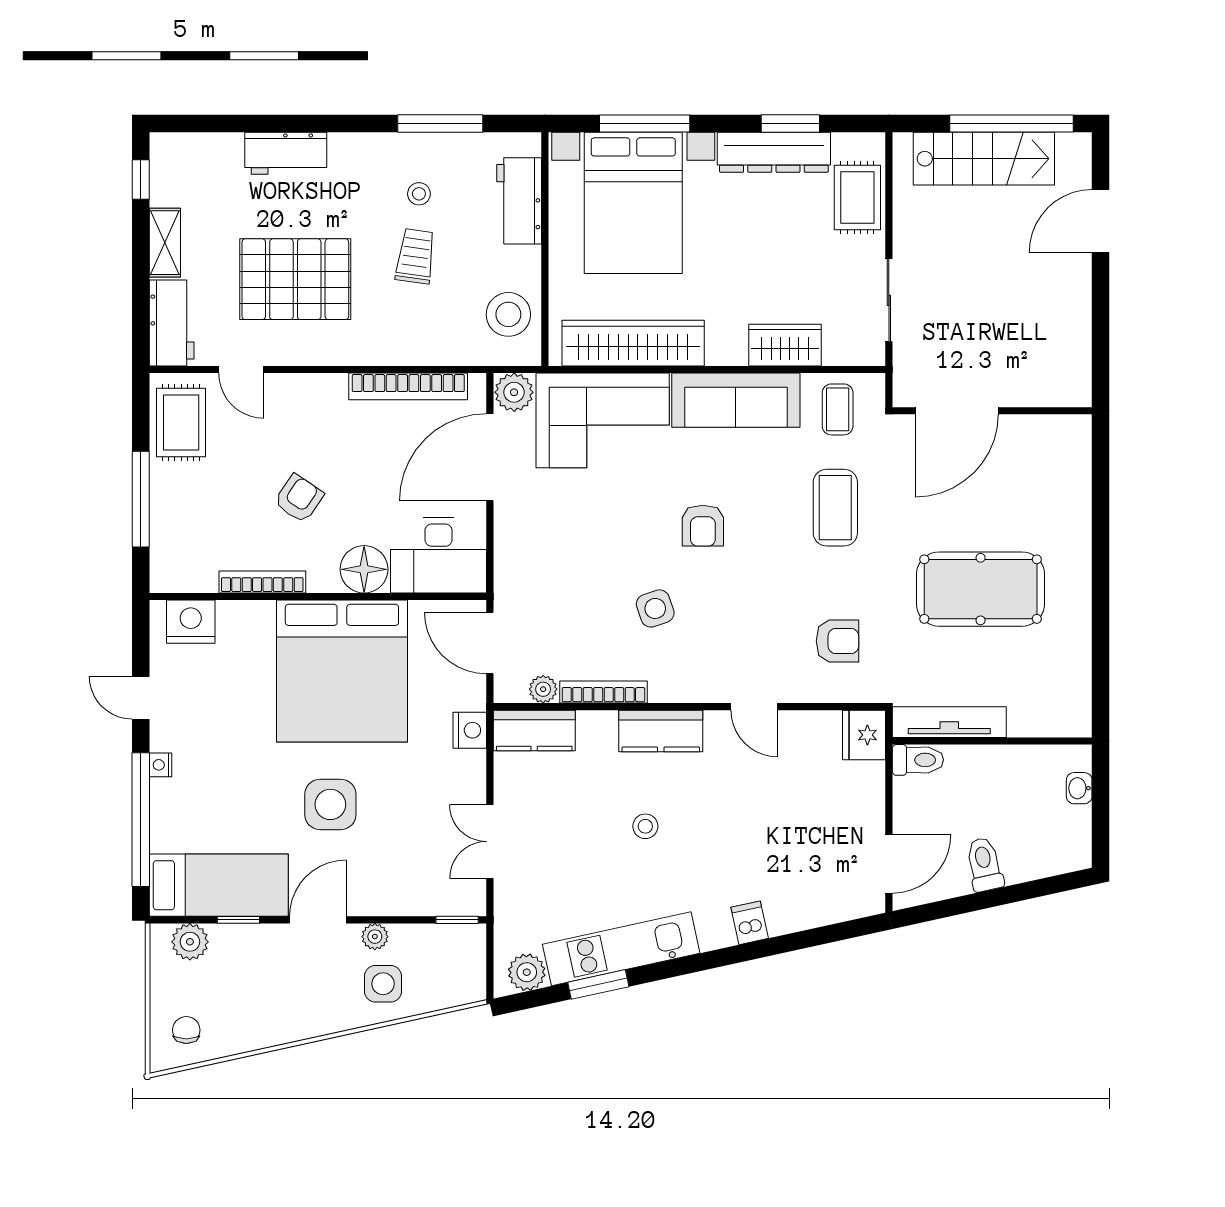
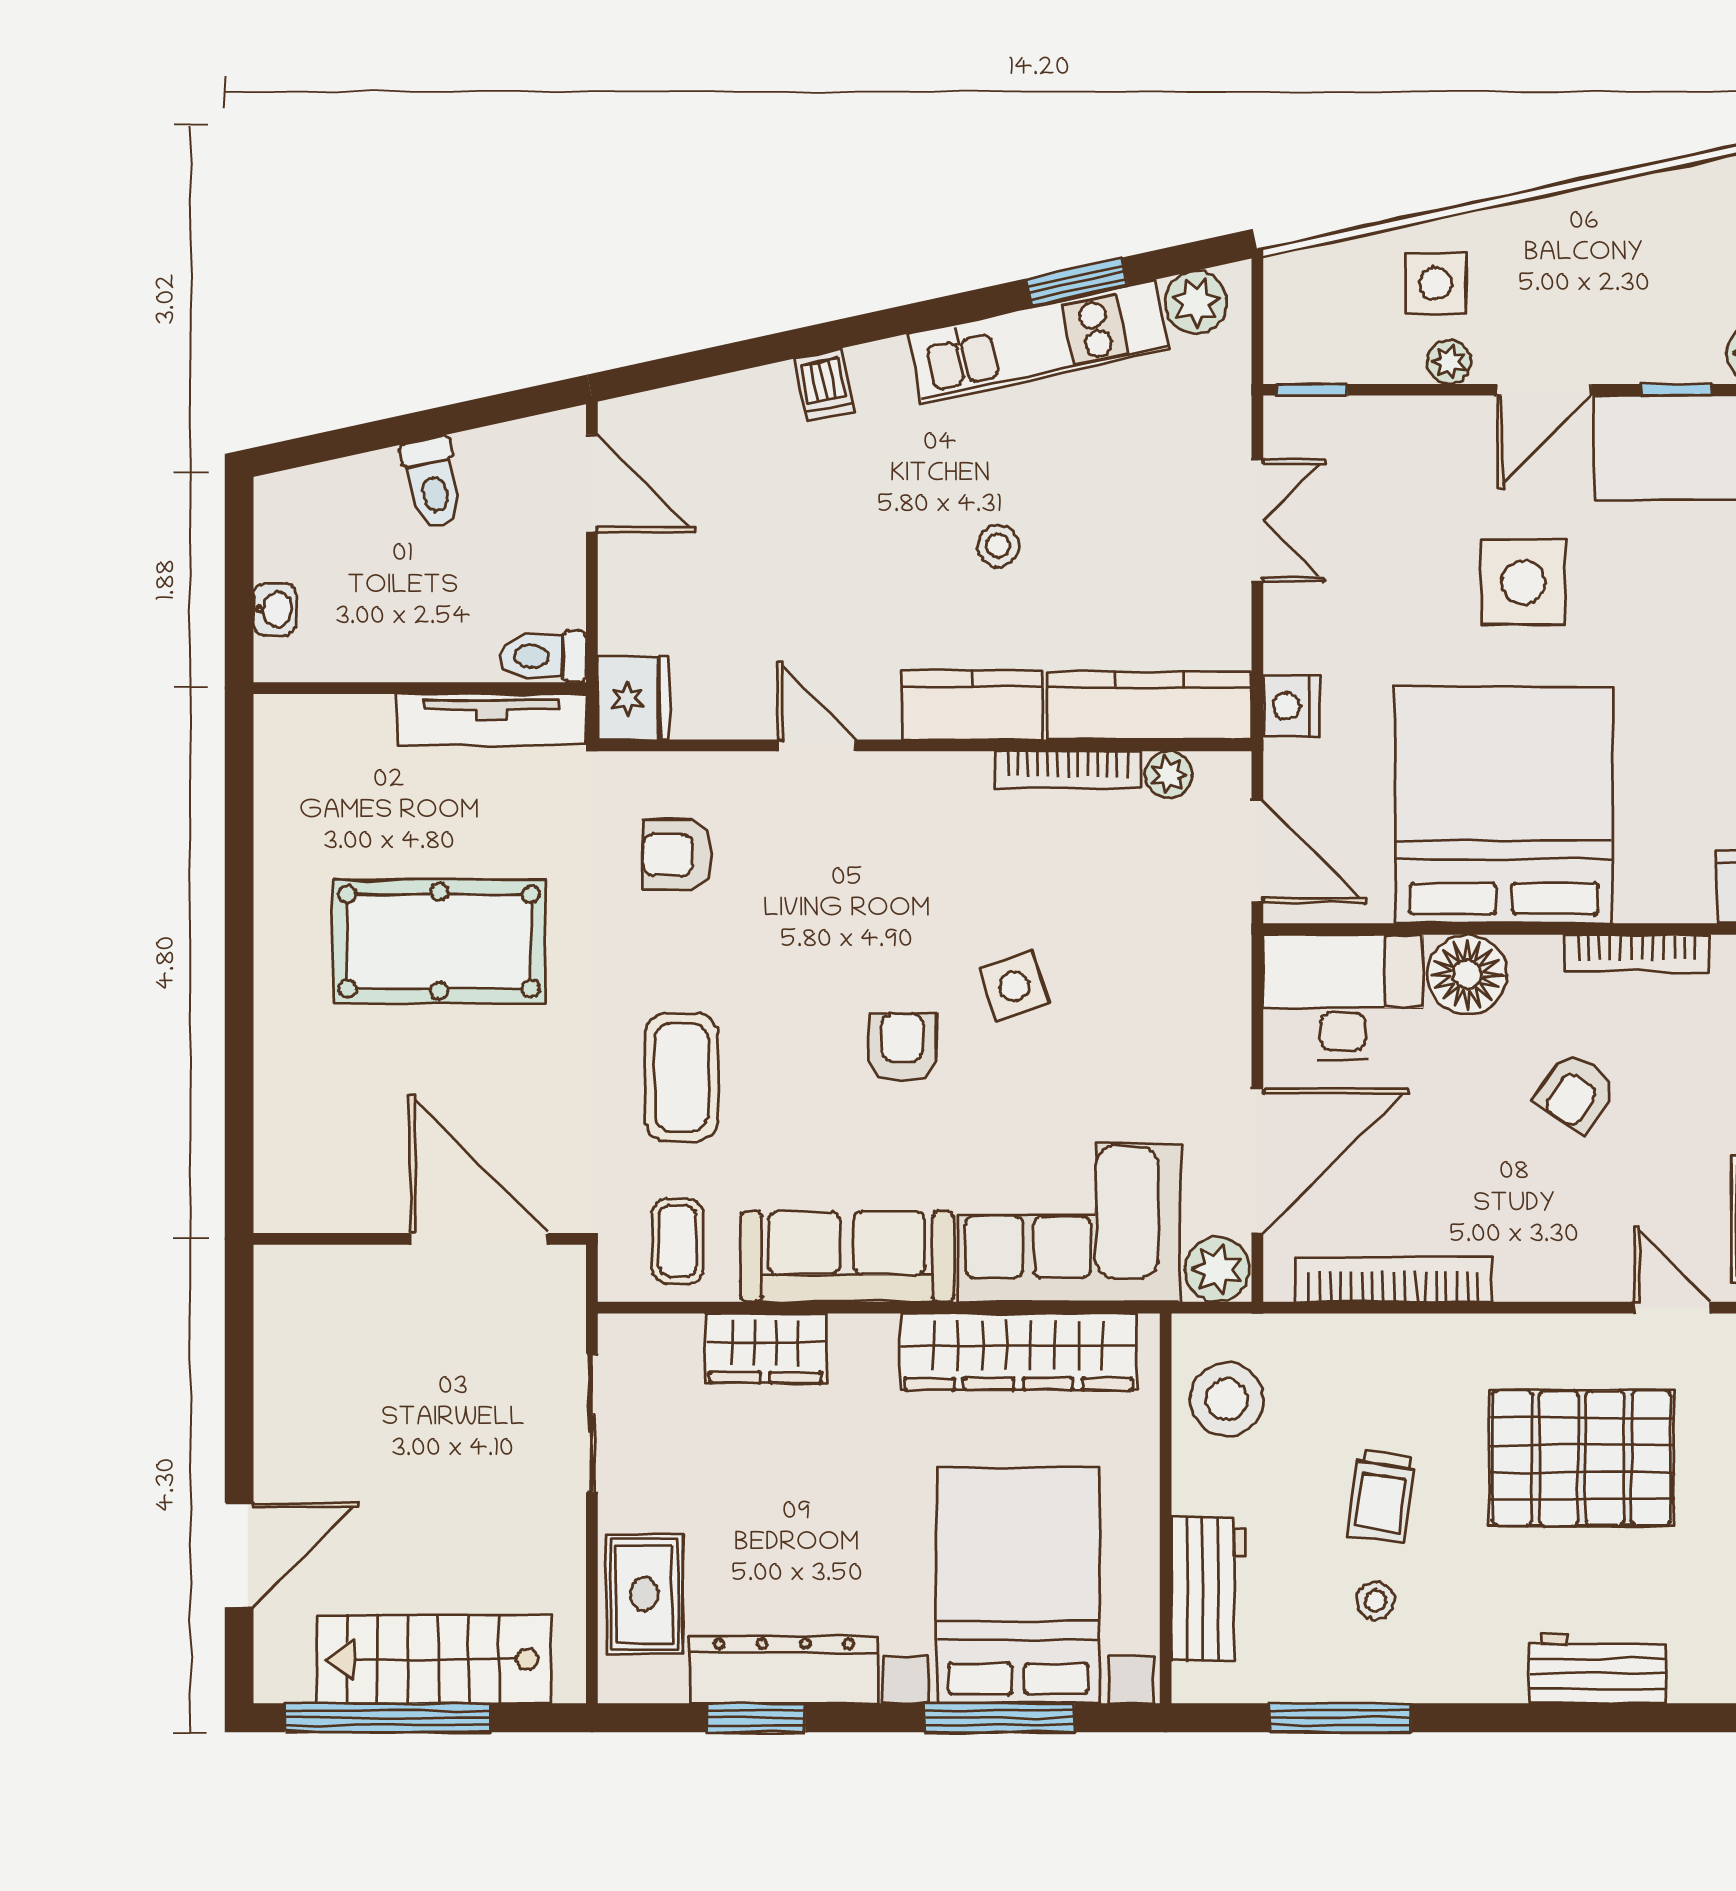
door: (957, 411) -> (479, 1239), hinge flipped
side table: (655, 608) -> (1014, 986), moved
kitchen counter: (534, 730) -> (1149, 706), width x1.50
door: (889, 864) -> (592, 483), swing flipped

